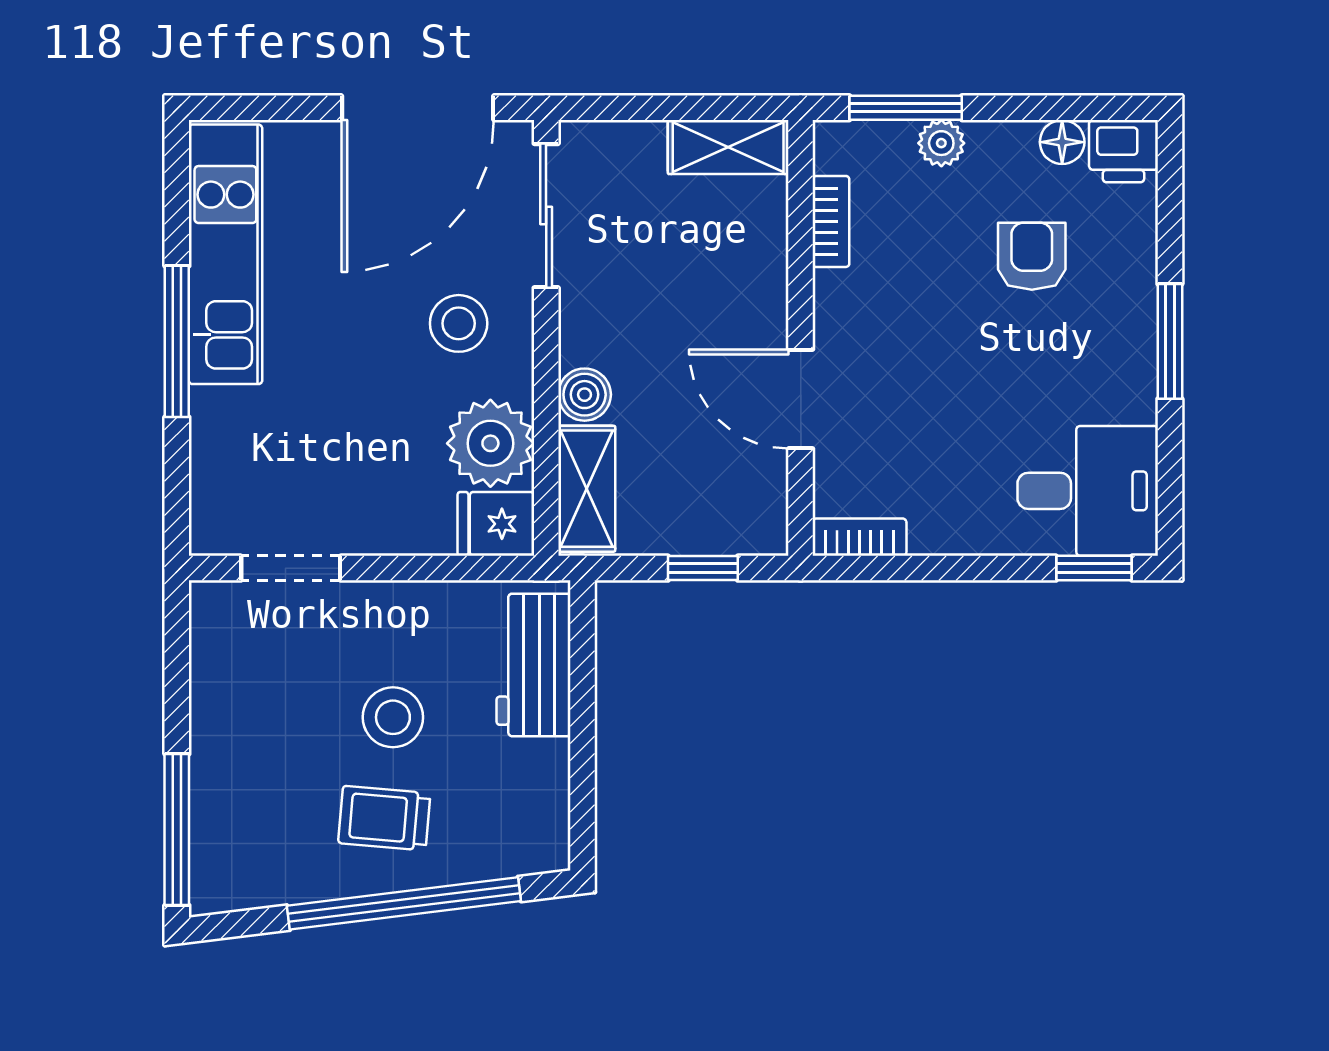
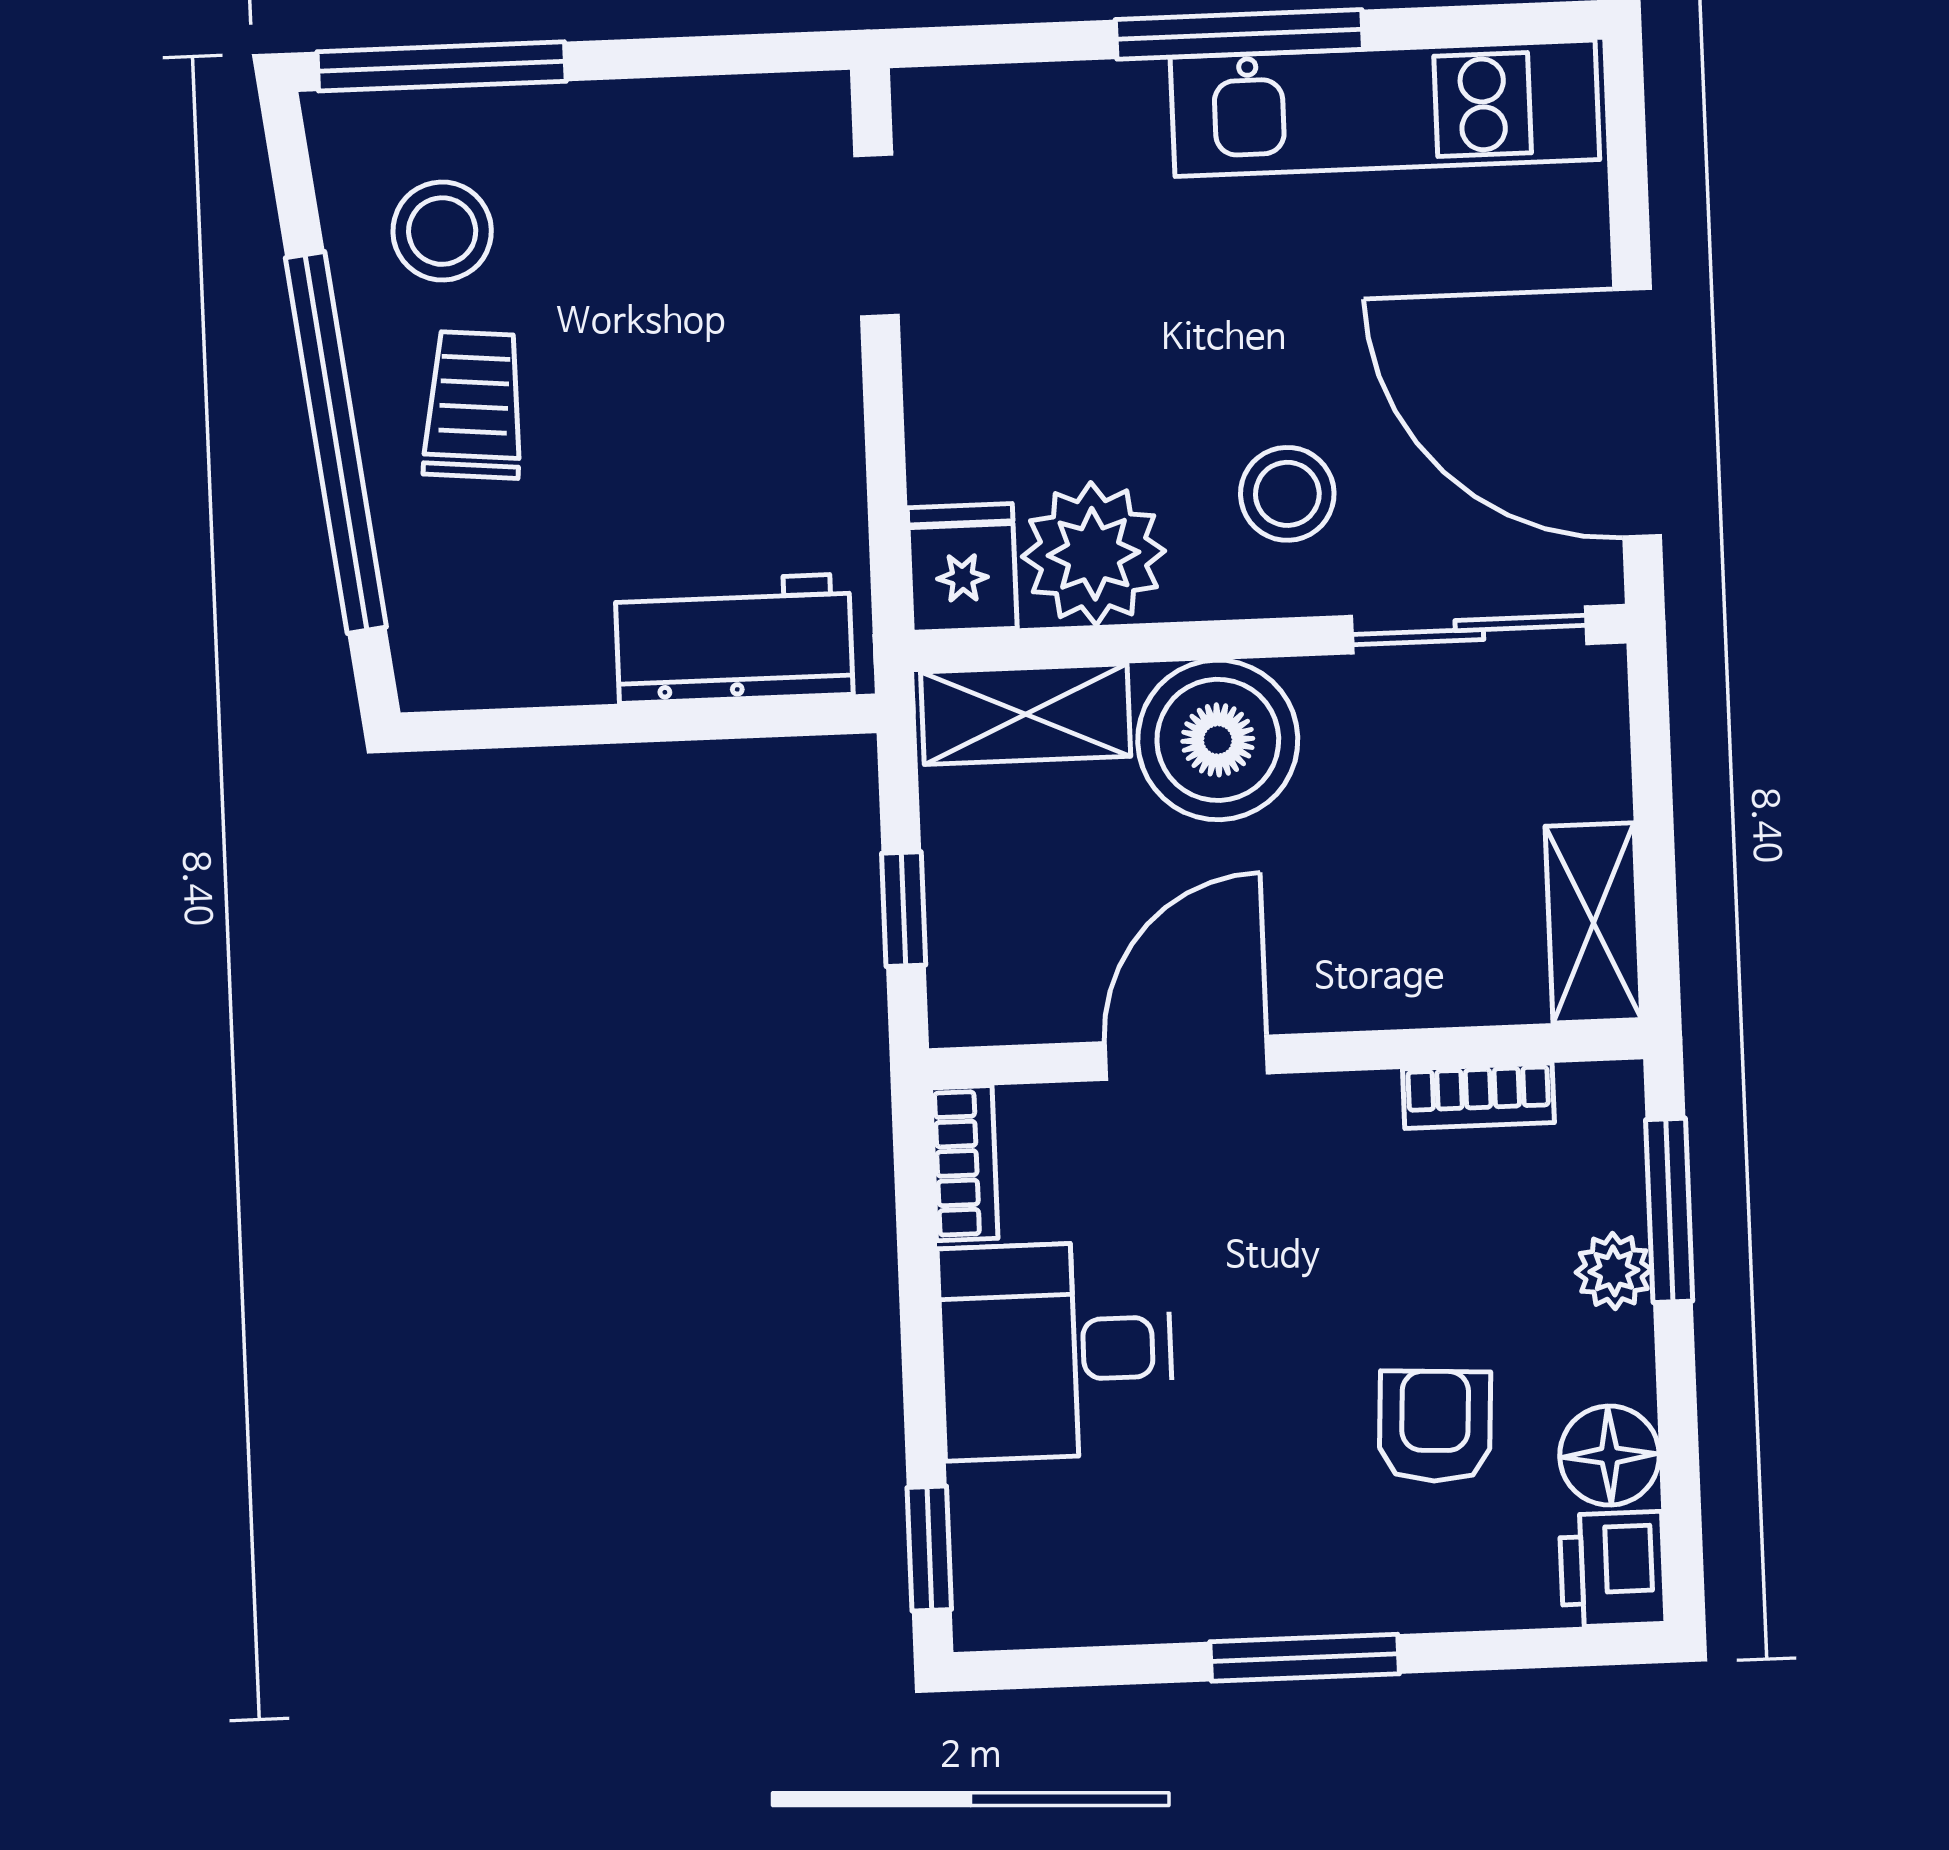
floor lamp: (1062, 142) -> (1609, 1456), width x1.37, depth x1.37
armchair: (1032, 256) -> (1435, 1426), turned -87
boiler: (585, 395) -> (1218, 740), width x1.86, depth x1.86
desk: (1088, 491) -> (1056, 1350), moved, turned 90
stool: (393, 717) -> (442, 231), moved

